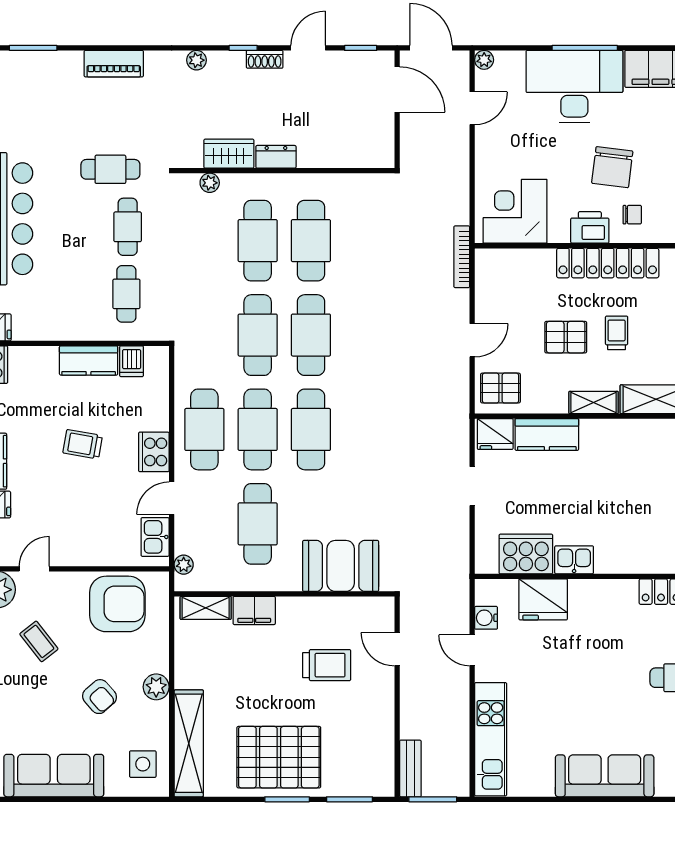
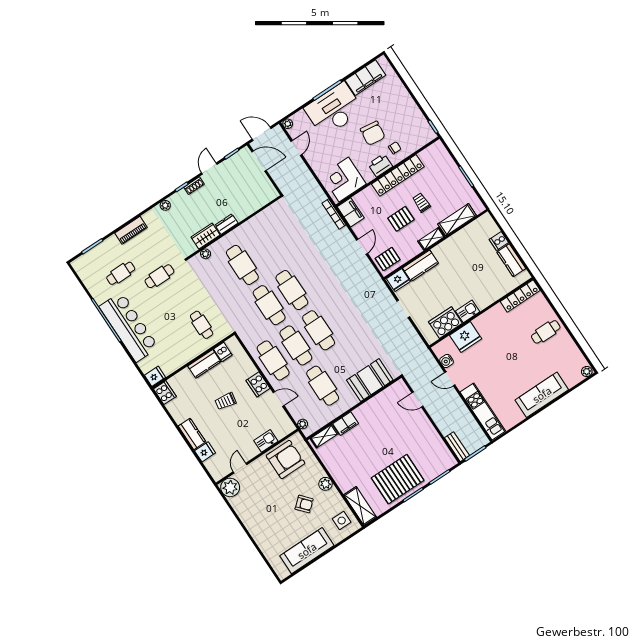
cafe table: (128, 227) -> (121, 273), moved, turned 90
cafe table: (311, 241) -> (265, 250), removed
filing cabinet: (491, 272) -> (351, 212), added
door: (172, 498) -> (279, 399), swing flipped
kitchen sink: (155, 537) -> (266, 441), moved, turned 90
coffee table: (39, 641) -> (263, 498), removed
trolley: (327, 665) -> (392, 426), removed
shelving: (189, 743) -> (360, 506), width x0.68

